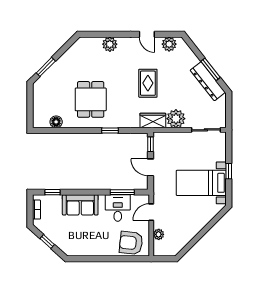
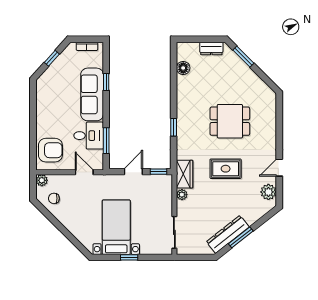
plant: (110, 44) -> (268, 127), removed
dresser: (38, 96) -> (211, 49), added
dining table: (91, 99) -> (230, 121), moved
plant: (176, 119) -> (182, 195), width x0.53, depth x0.53
window: (52, 192) -> (106, 82), moved
sofa: (80, 205) -> (92, 94), width x1.36
plant: (159, 234) -> (42, 180), moved
chair: (175, 240) -> (54, 198), added
armchair: (131, 243) -> (50, 150), turned 84

